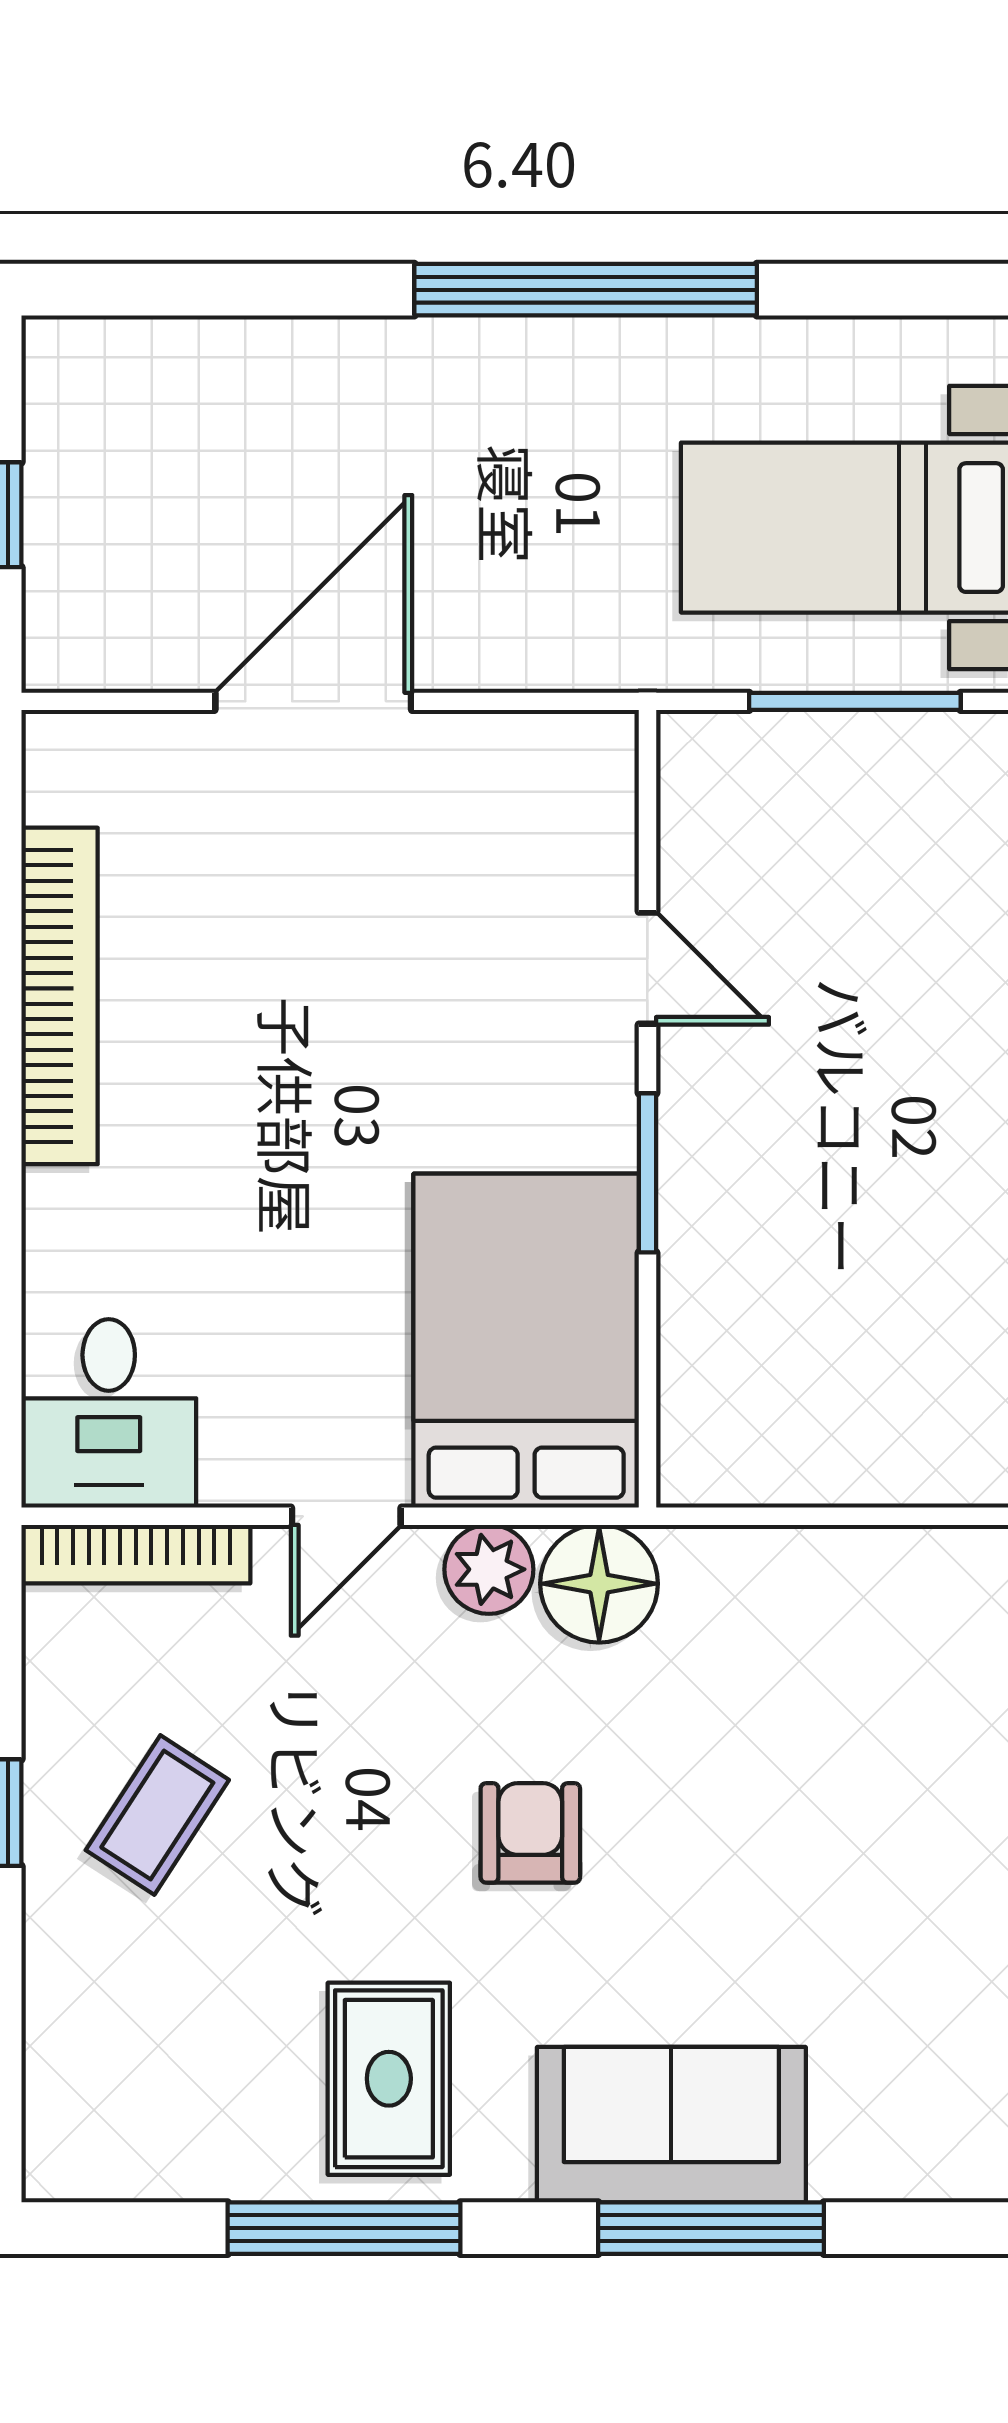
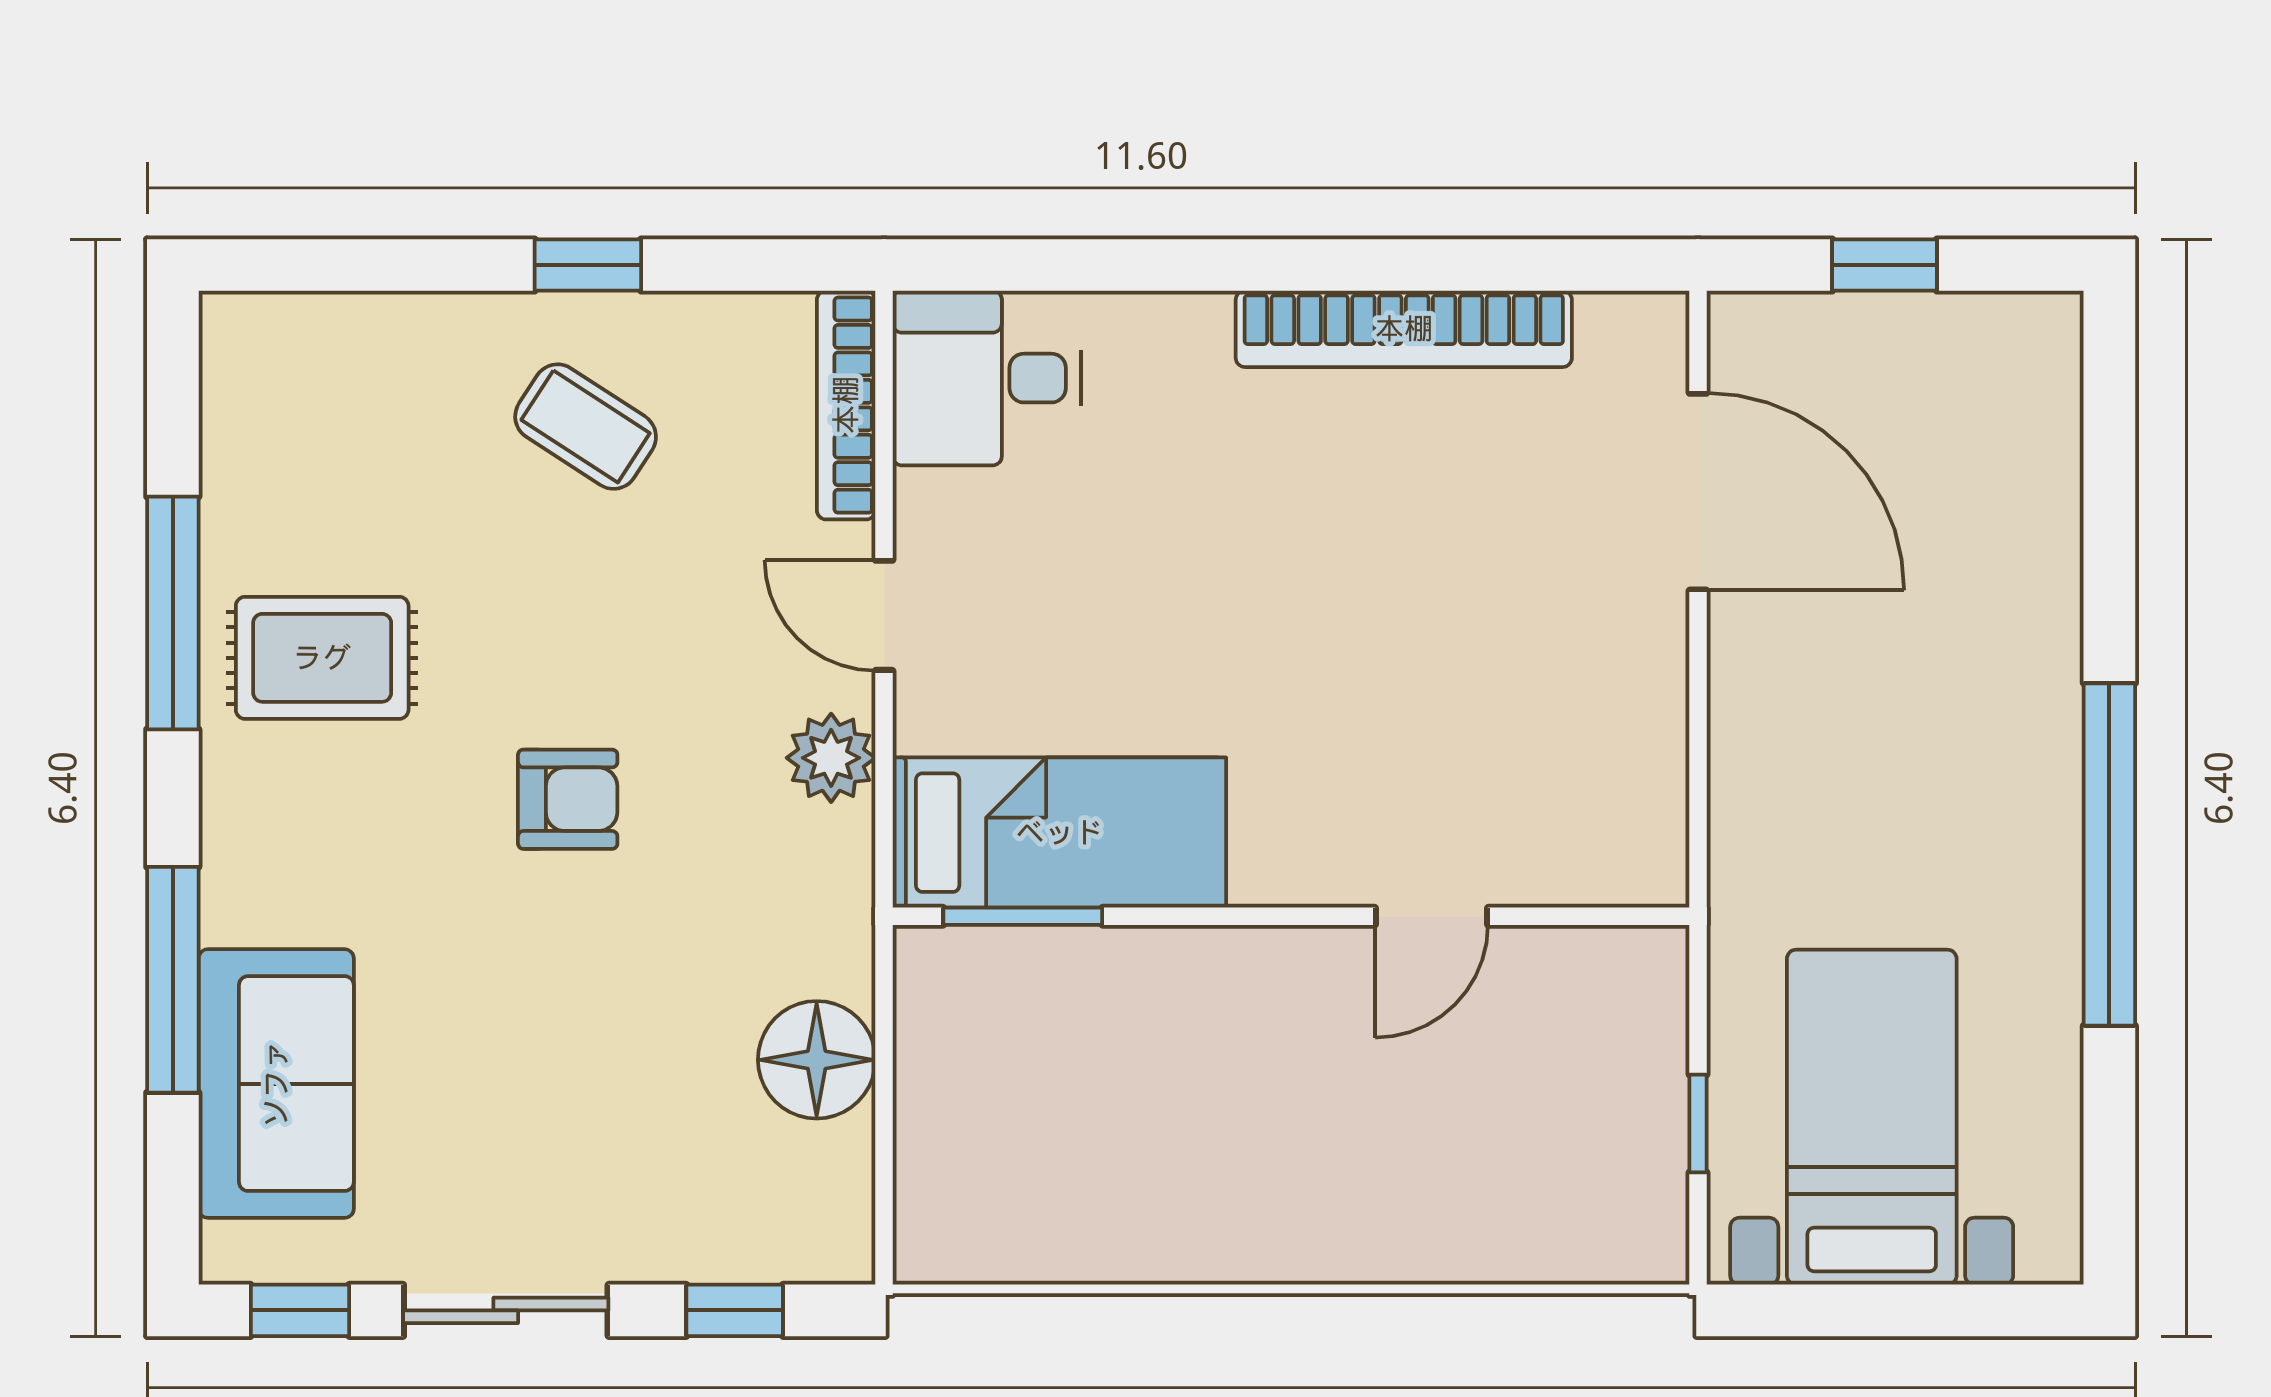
door: (313, 701) -> (1698, 492), moved
window: (855, 701) -> (1698, 1123), width x0.46
window: (647, 1173) -> (1023, 916), moved
bed: (526, 1341) -> (1059, 833), width x0.67
floor lamp: (599, 1584) -> (817, 1060), moved
sofa: (671, 2125) -> (276, 1084), moved

